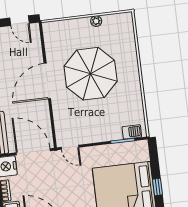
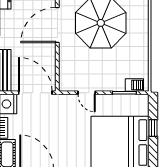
door: (70, 147) -> (87, 93), moved
window: (157, 187) -> (153, 128), moved

